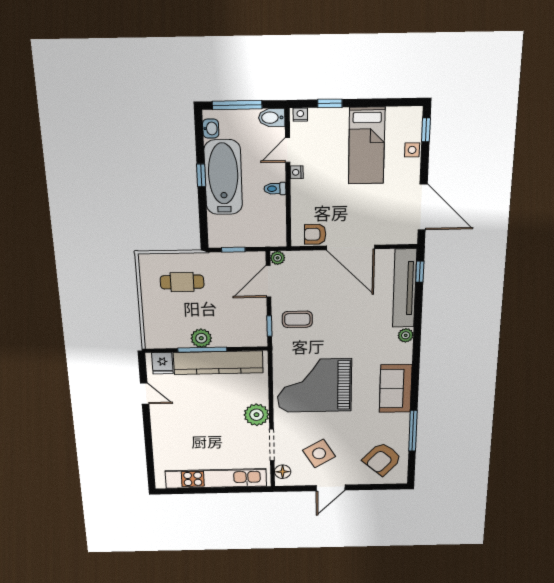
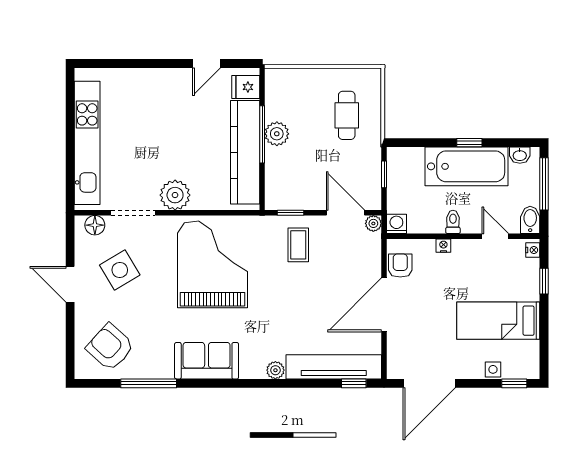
nightstand: (297, 172) -> (443, 246), moved
washing machine: (278, 238) -> (396, 224), added

